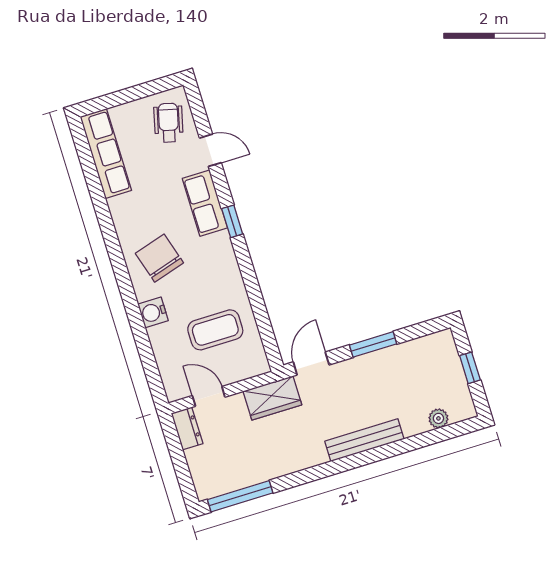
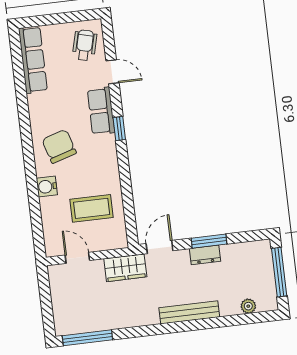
window: (470, 368) -> (279, 272), width x2.17
dresser: (187, 428) -> (205, 255), moved, turned 90

